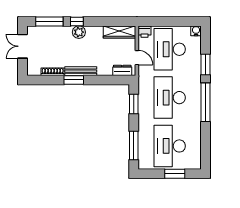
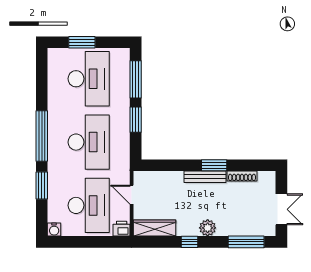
window: (77, 21) -> (190, 242), moved
dresser: (122, 70) -> (151, 178), removed
window: (134, 104) -> (136, 120), moved

